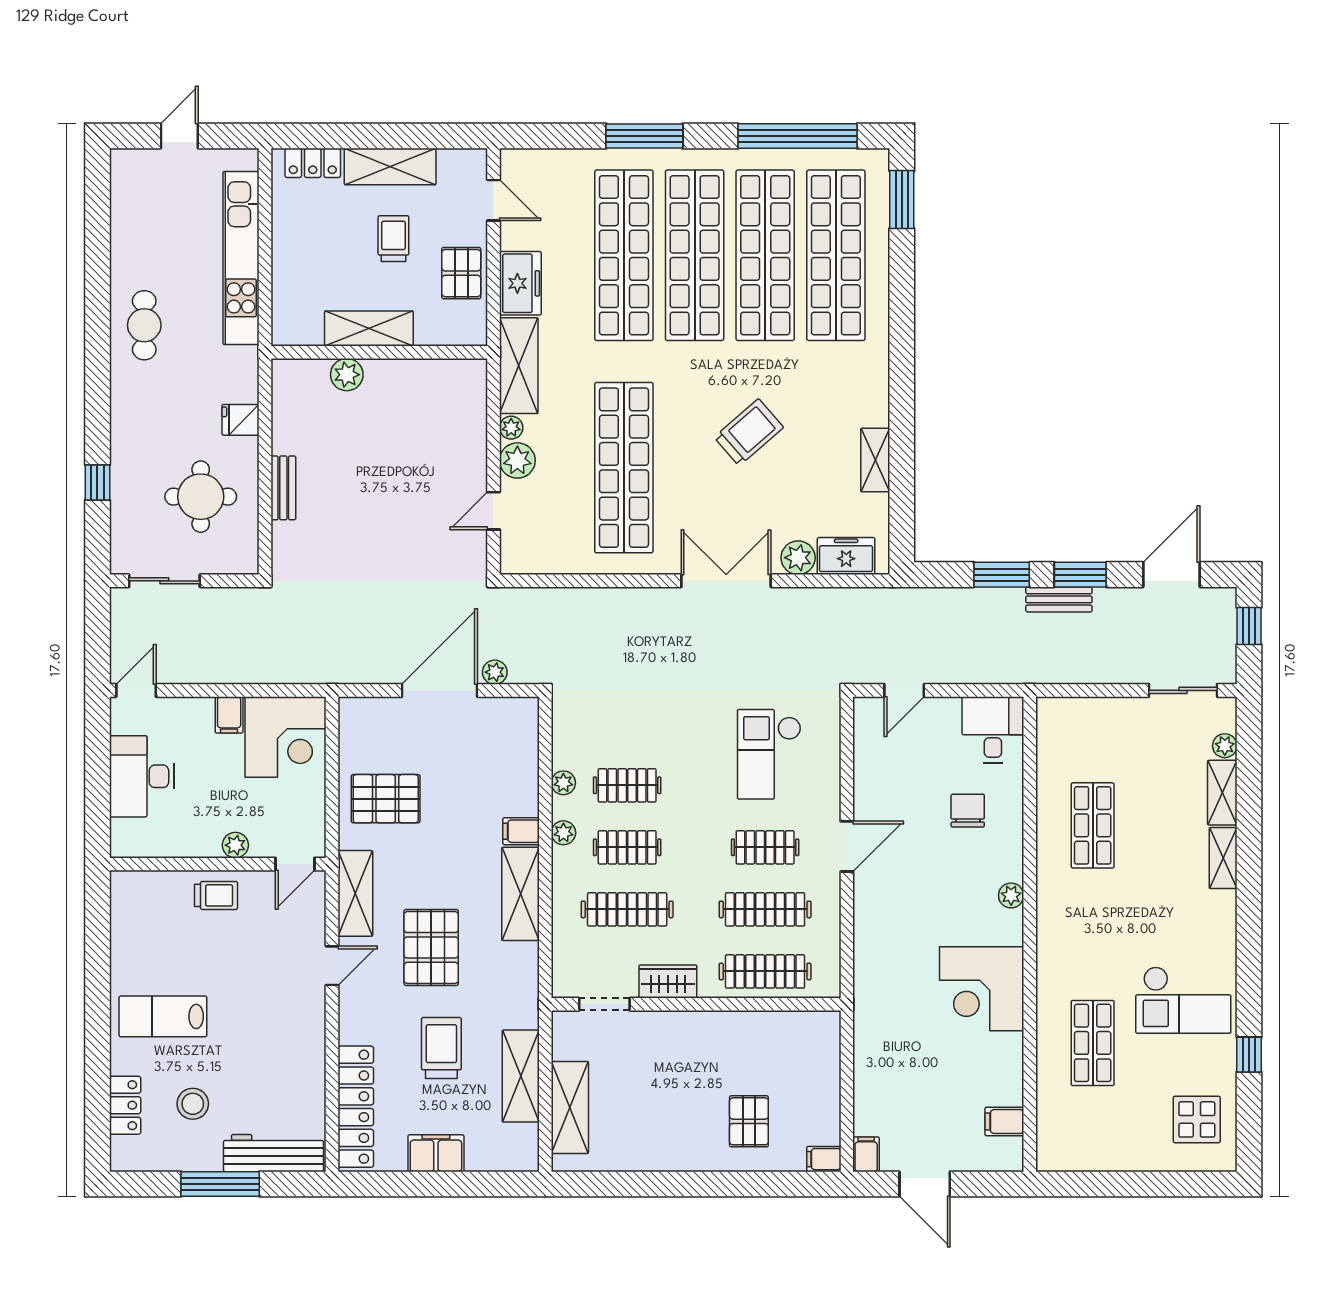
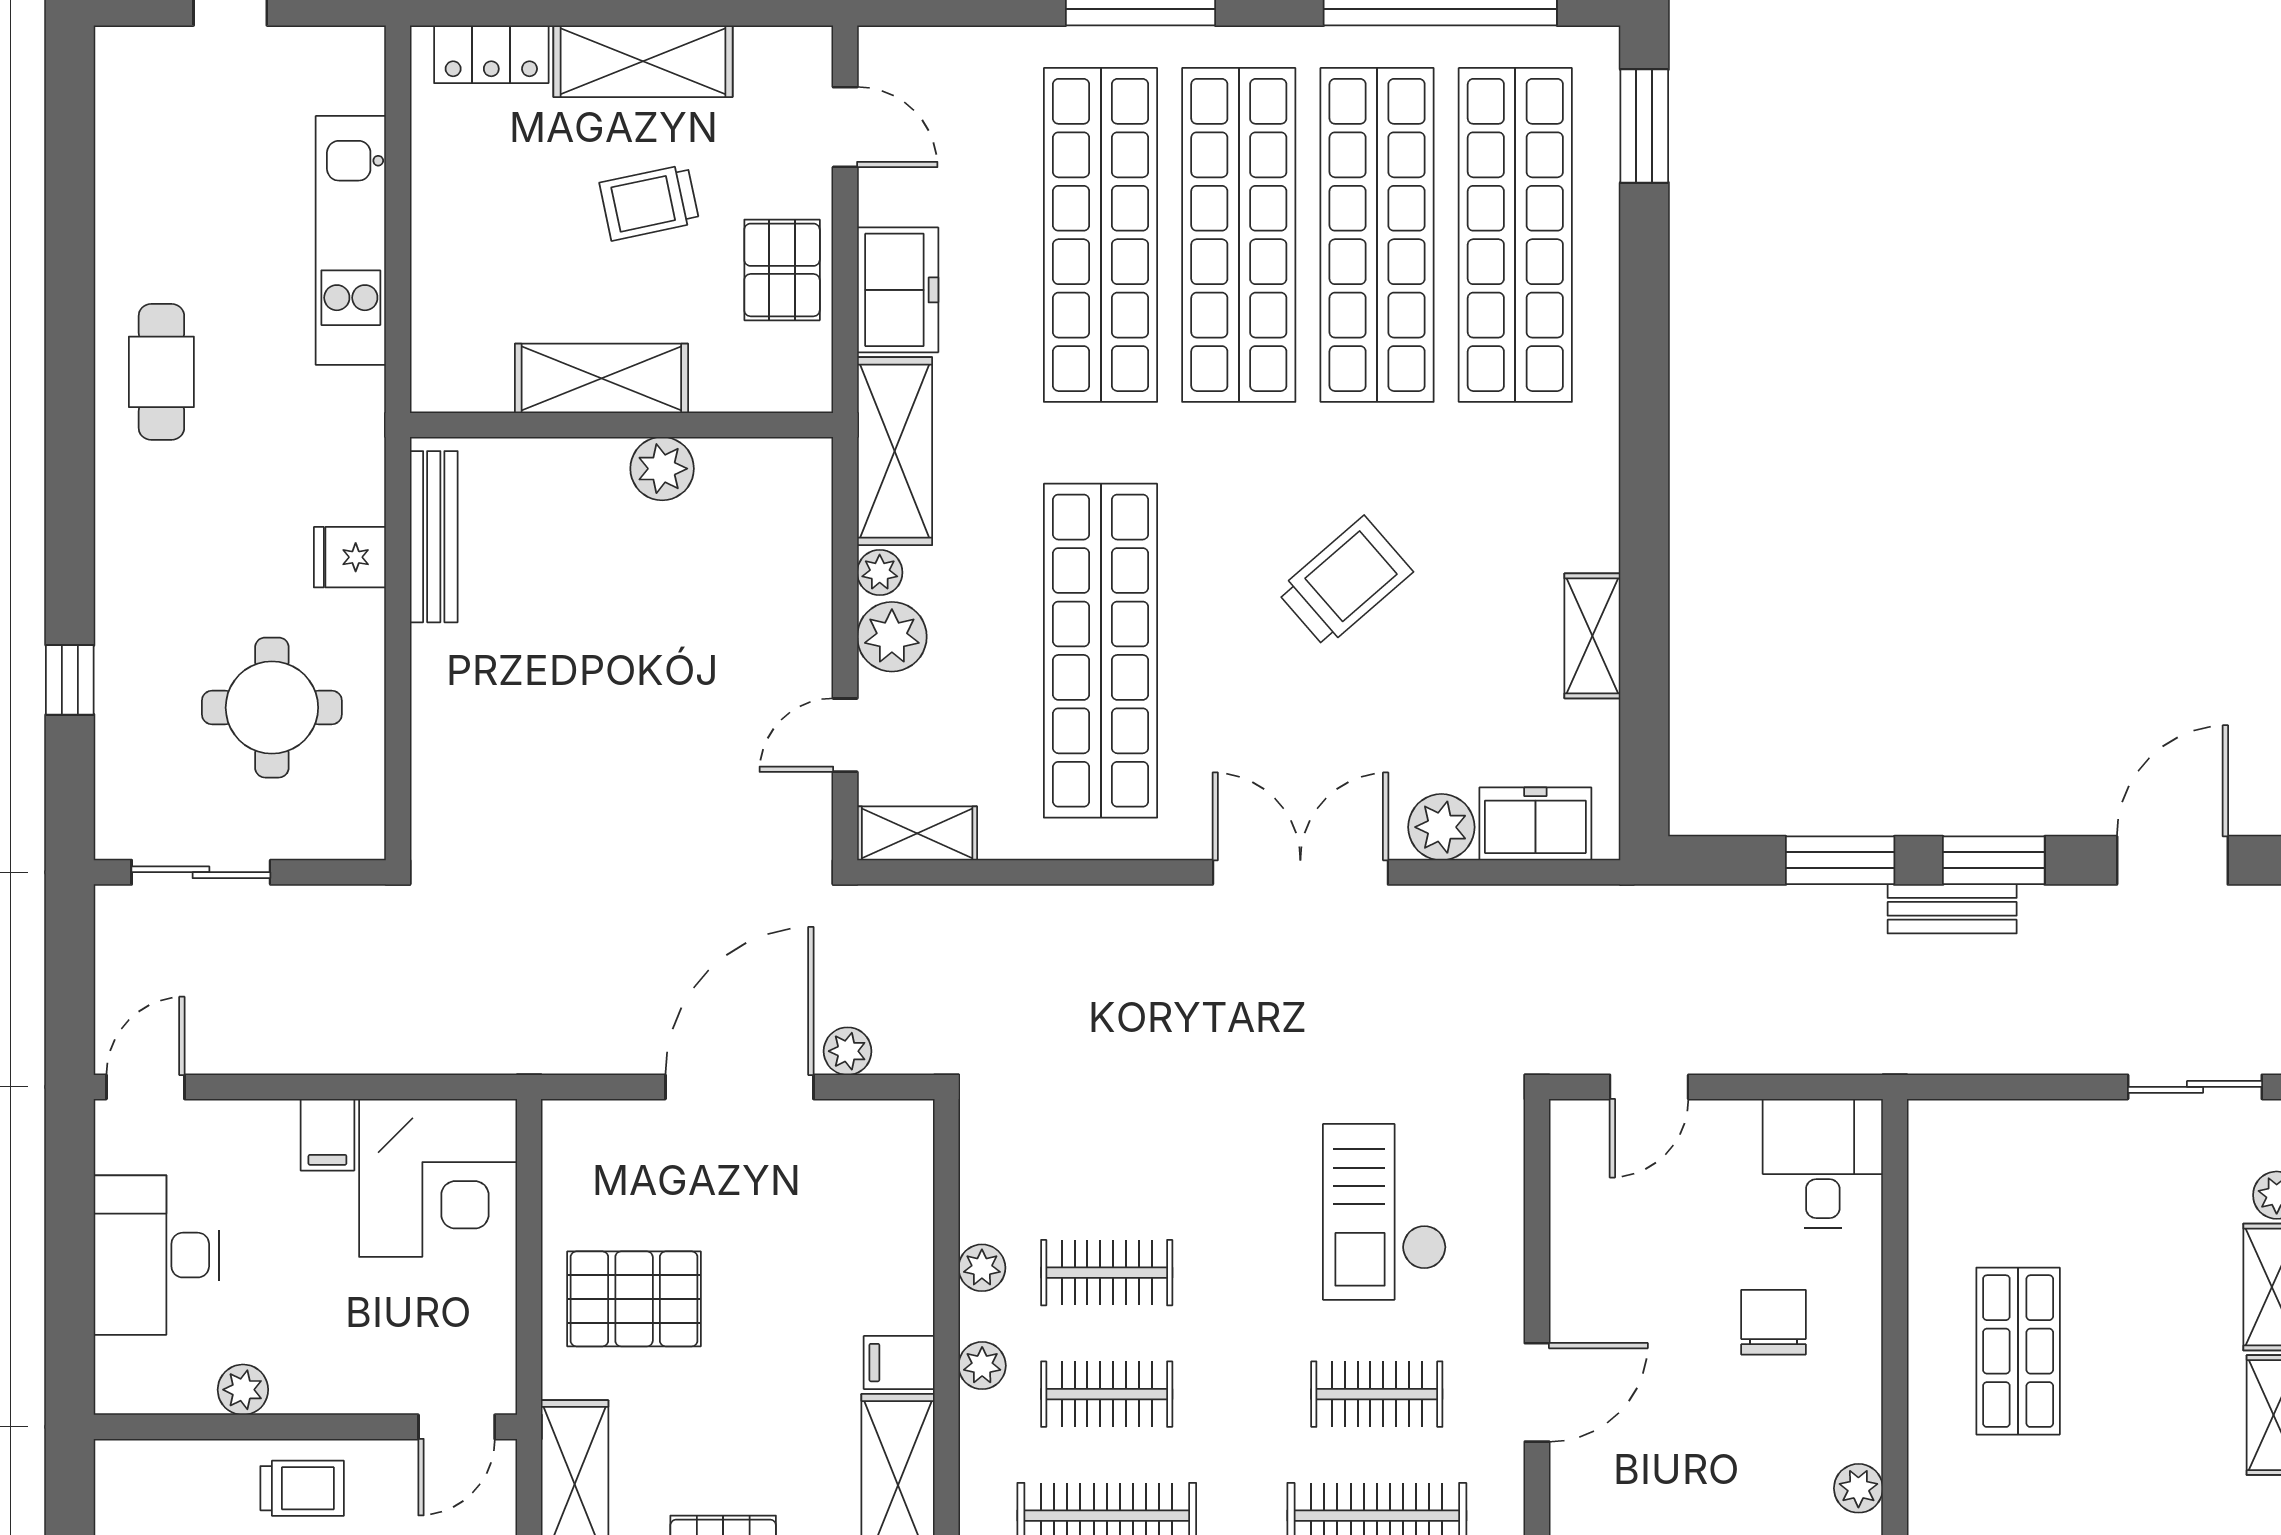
trolley: (393, 239) -> (649, 203), turned -102
kitchen unit: (241, 258) -> (351, 240), width x0.73
plant: (347, 375) -> (662, 469), moved
bench: (283, 488) -> (434, 537), moved, width x1.36
shelving: (530, 561) -> (917, 833), added
plant: (235, 845) -> (243, 1390), moved

